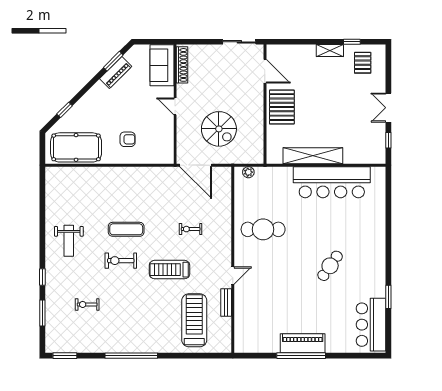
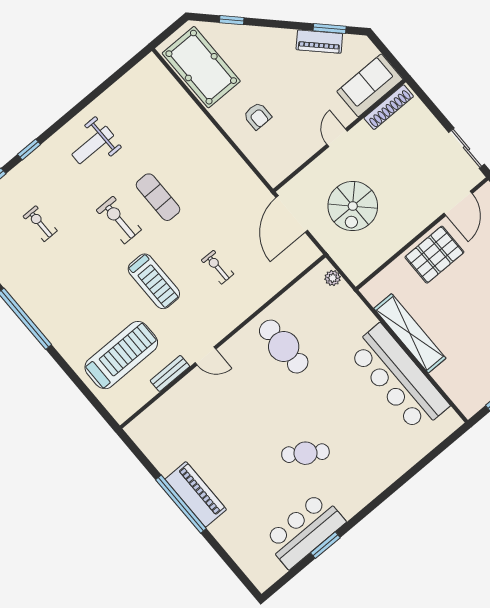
treadmill: (169, 270) -> (154, 281), turned 180
bar counter: (371, 325) -> (304, 530), moved

